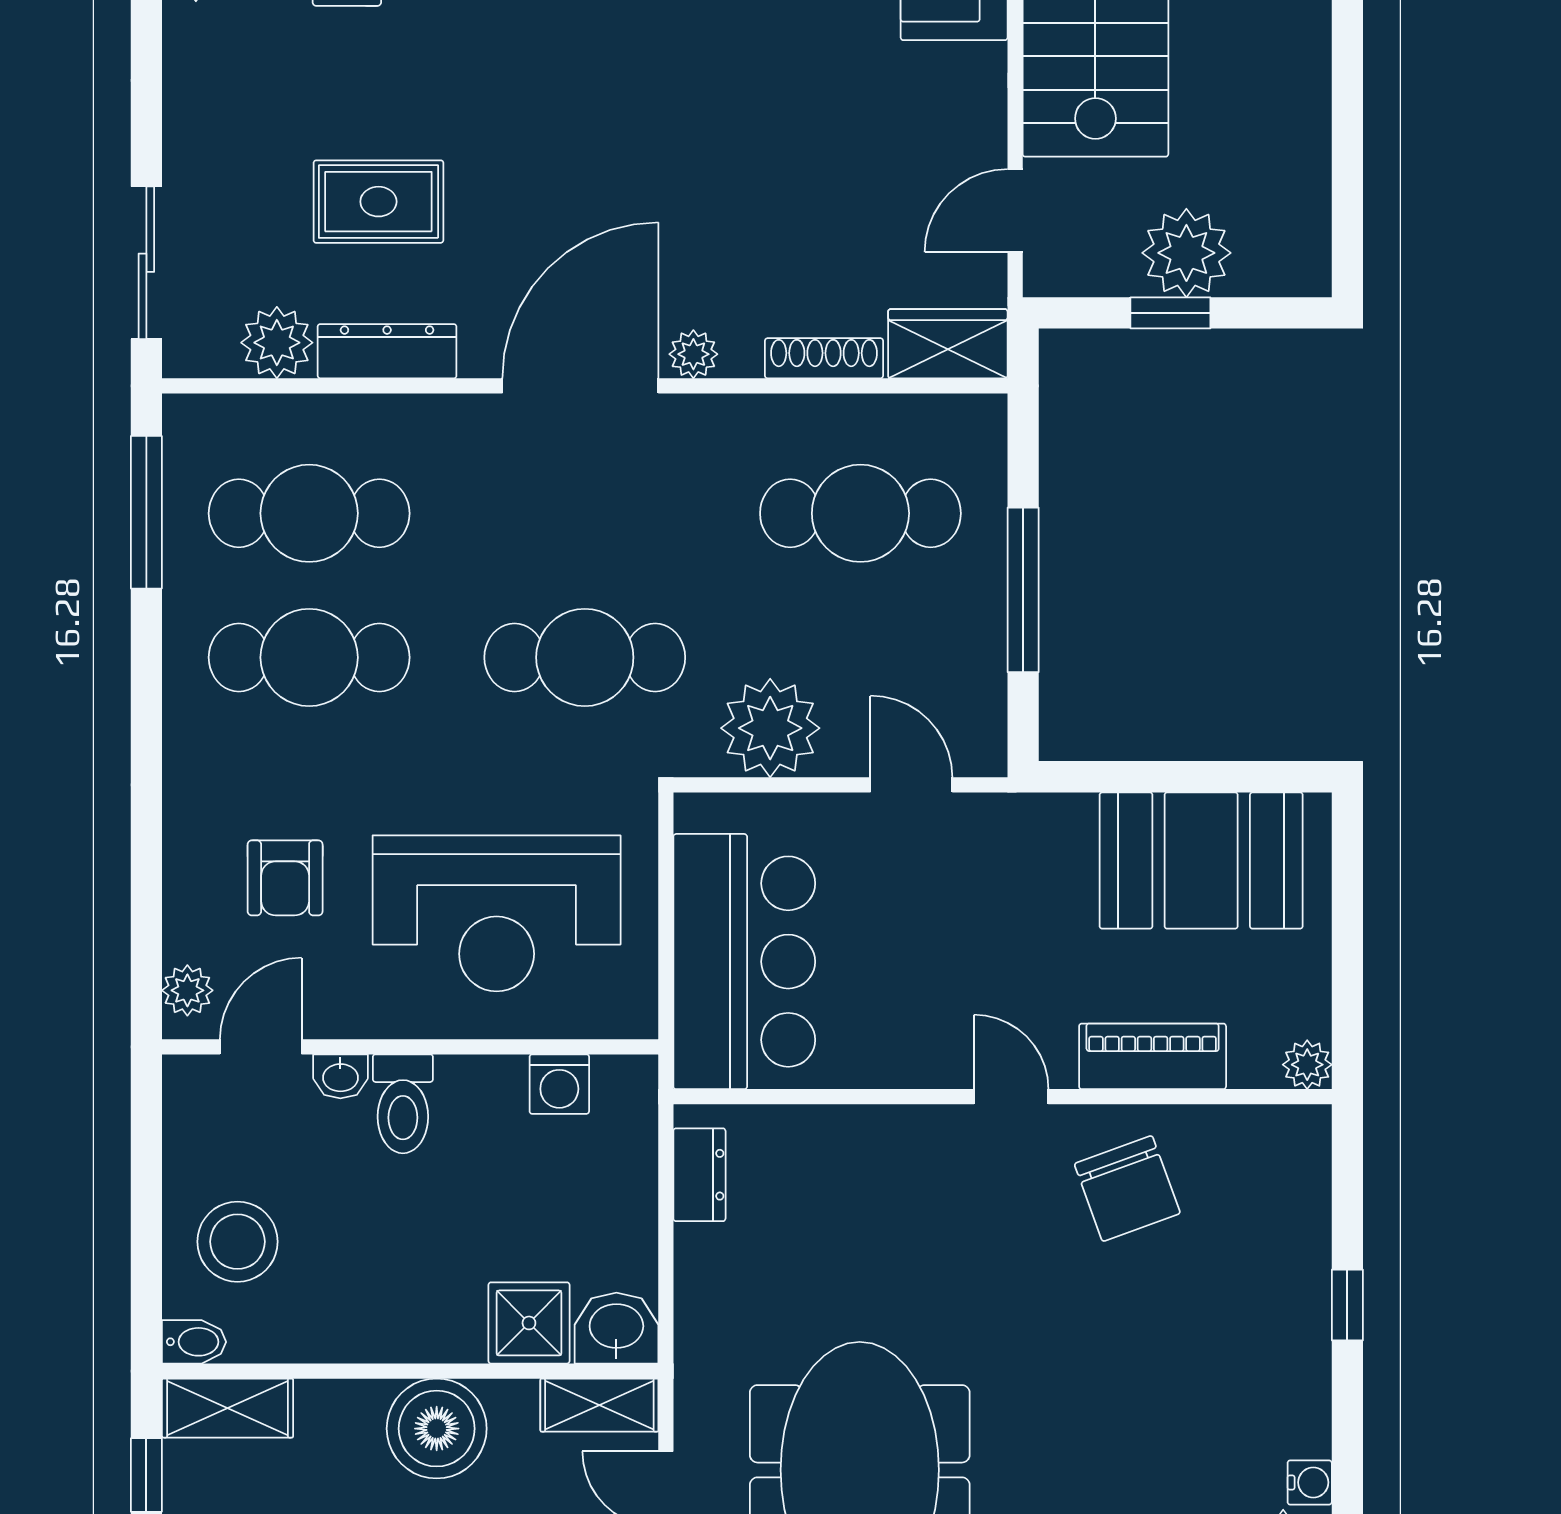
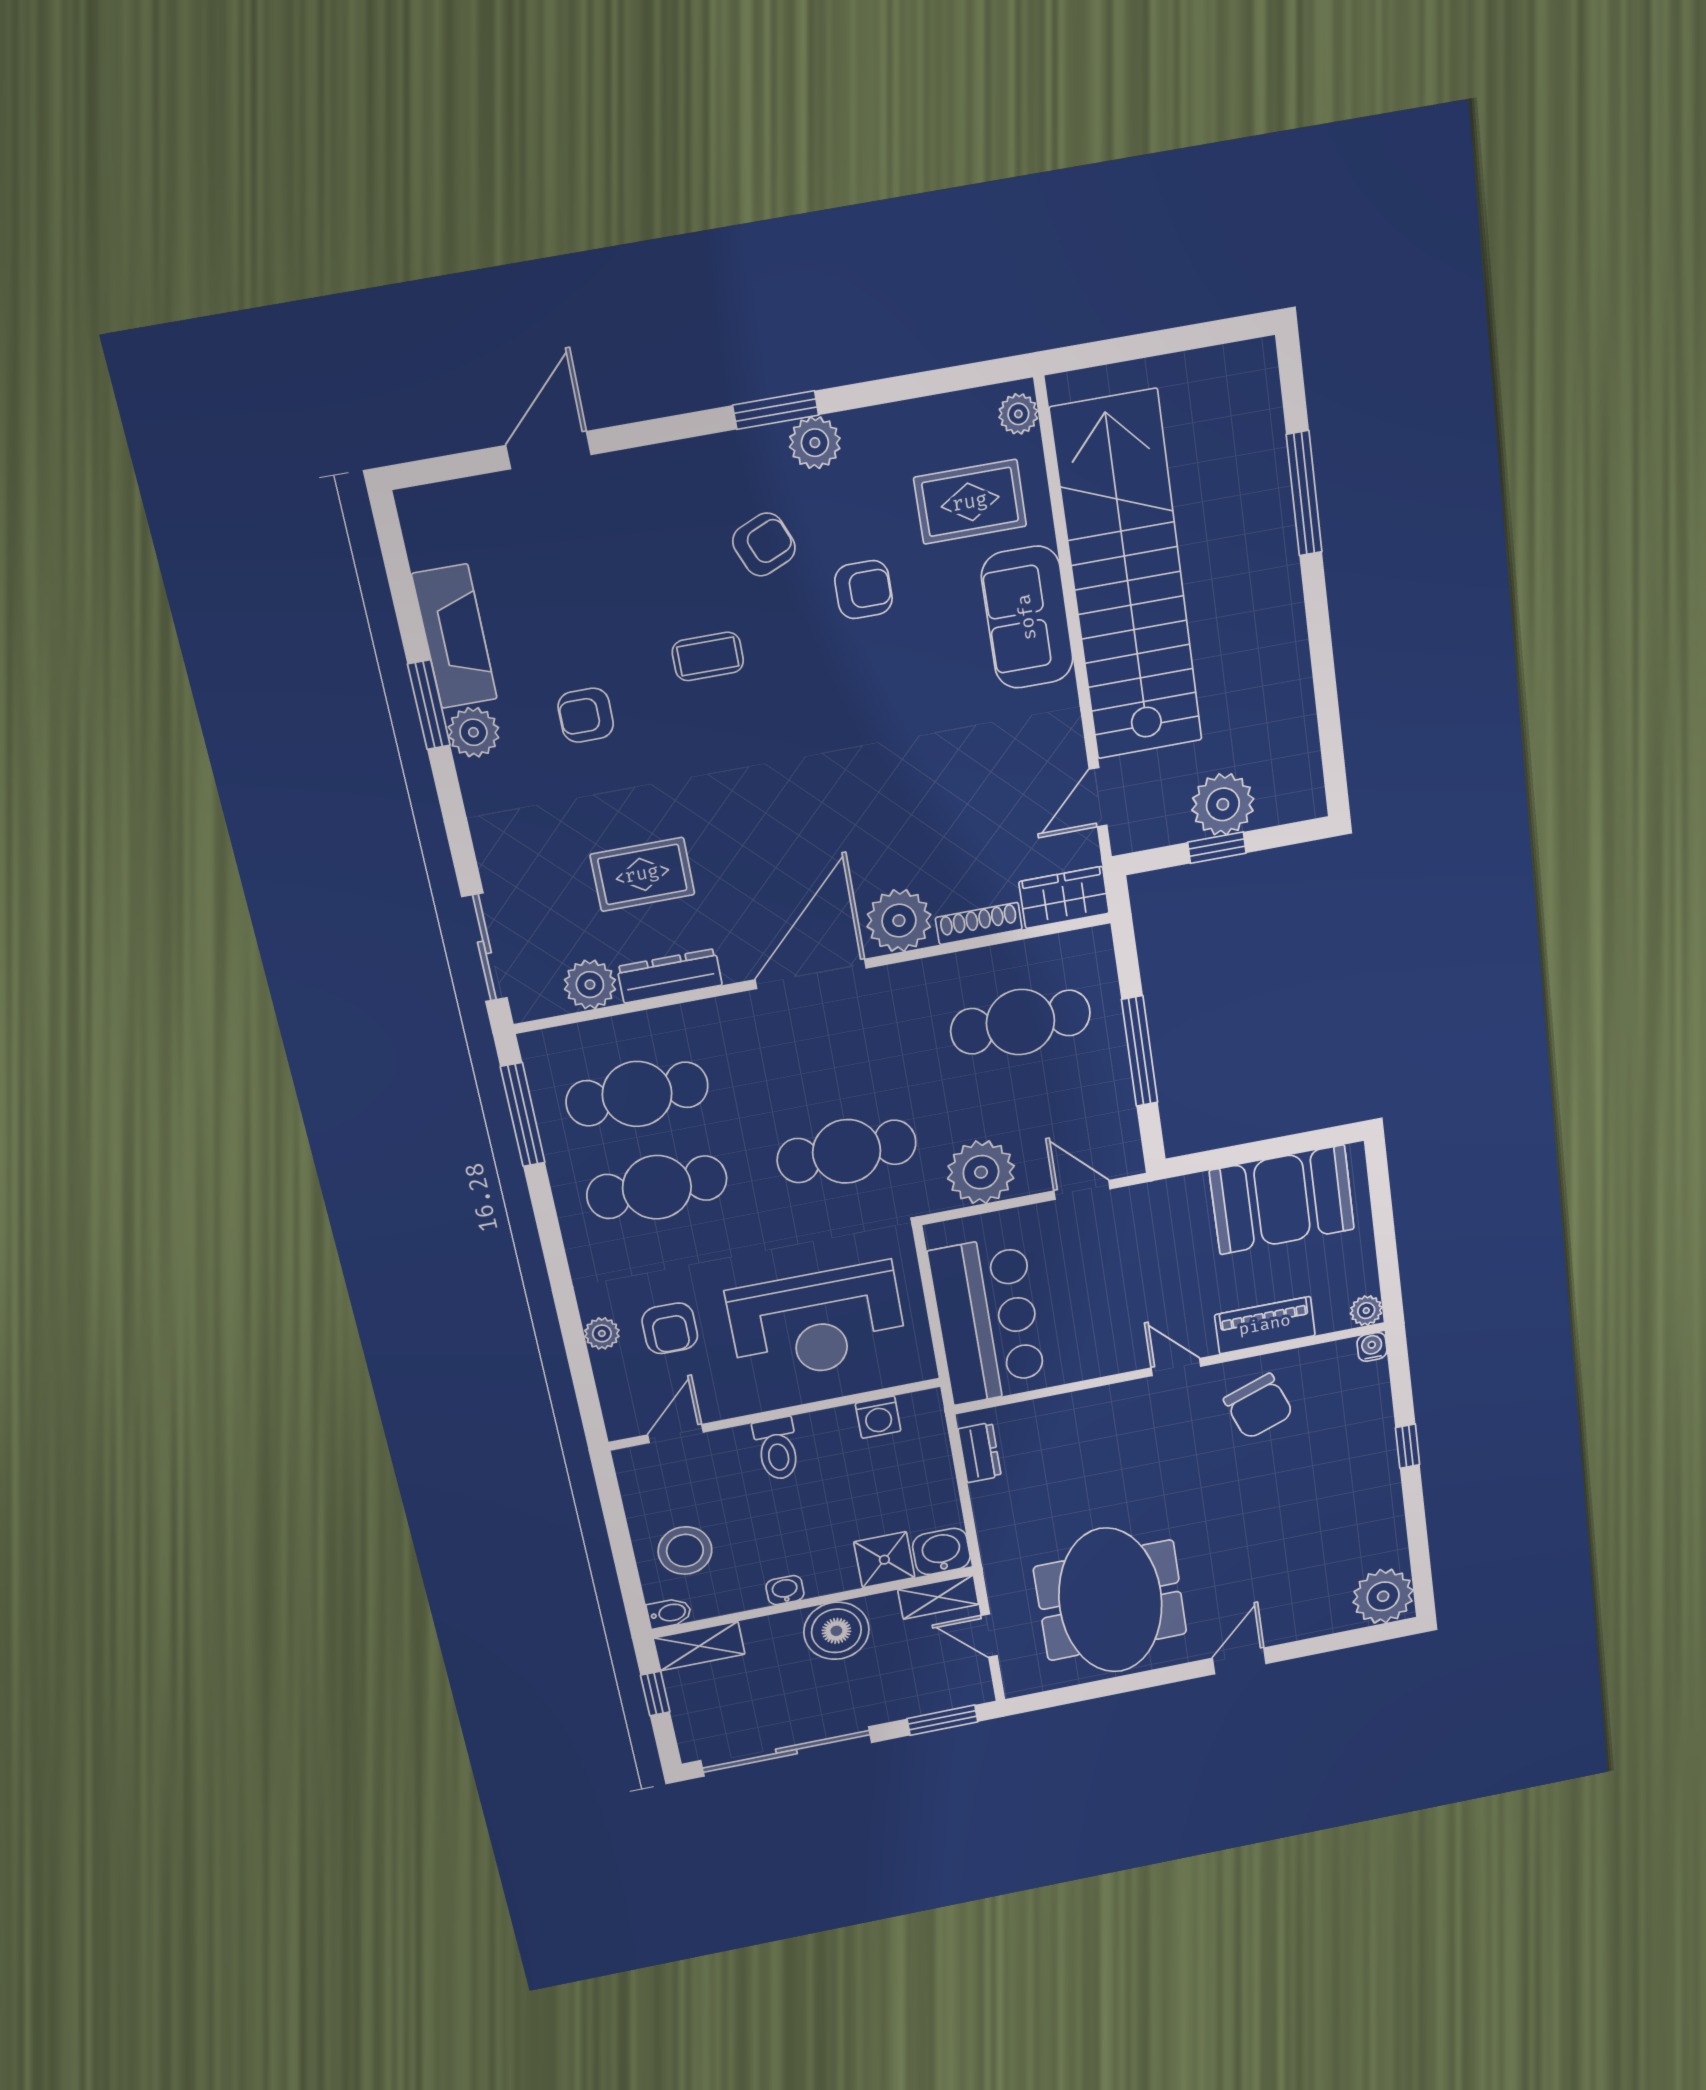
plant: (693, 354) -> (899, 921), width x1.87, depth x1.87
plant: (187, 990) -> (602, 1333), moved
washbasin: (340, 1076) -> (785, 1590), moved, turned 180
water cooler: (1310, 1482) -> (1372, 1347), moved, turned -90

